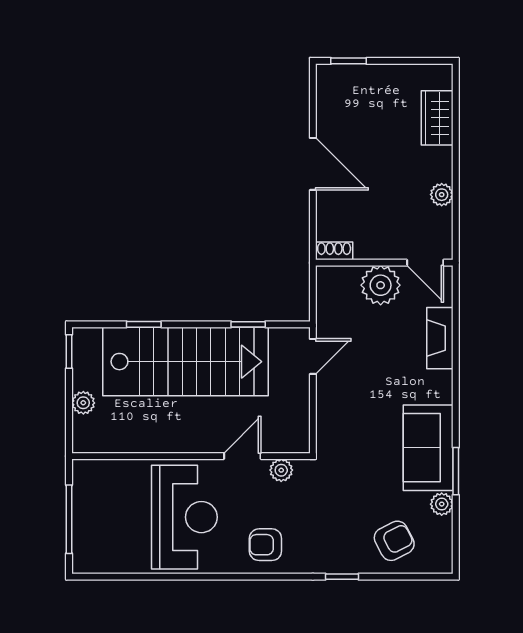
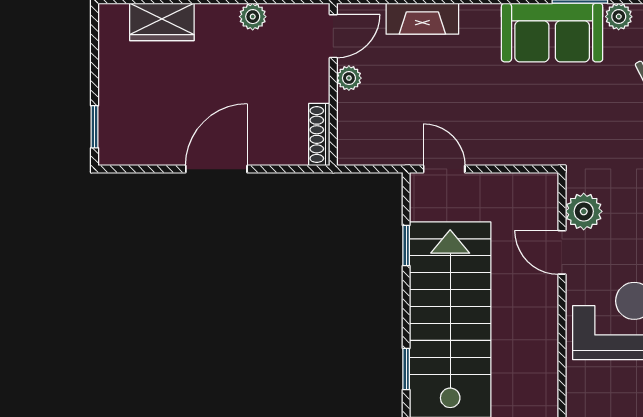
shoe rack: (334, 251) -> (319, 135), width x1.43
plant: (381, 285) -> (349, 78), width x0.53, depth x0.53
plant: (281, 470) -> (584, 211), width x1.38, depth x1.38

